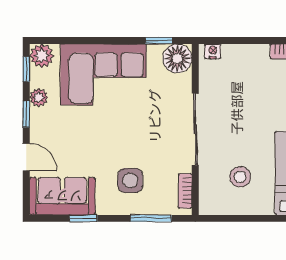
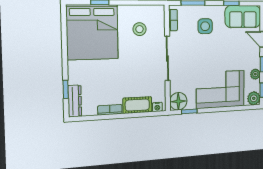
cot: (245, 56) -> (137, 105), added

